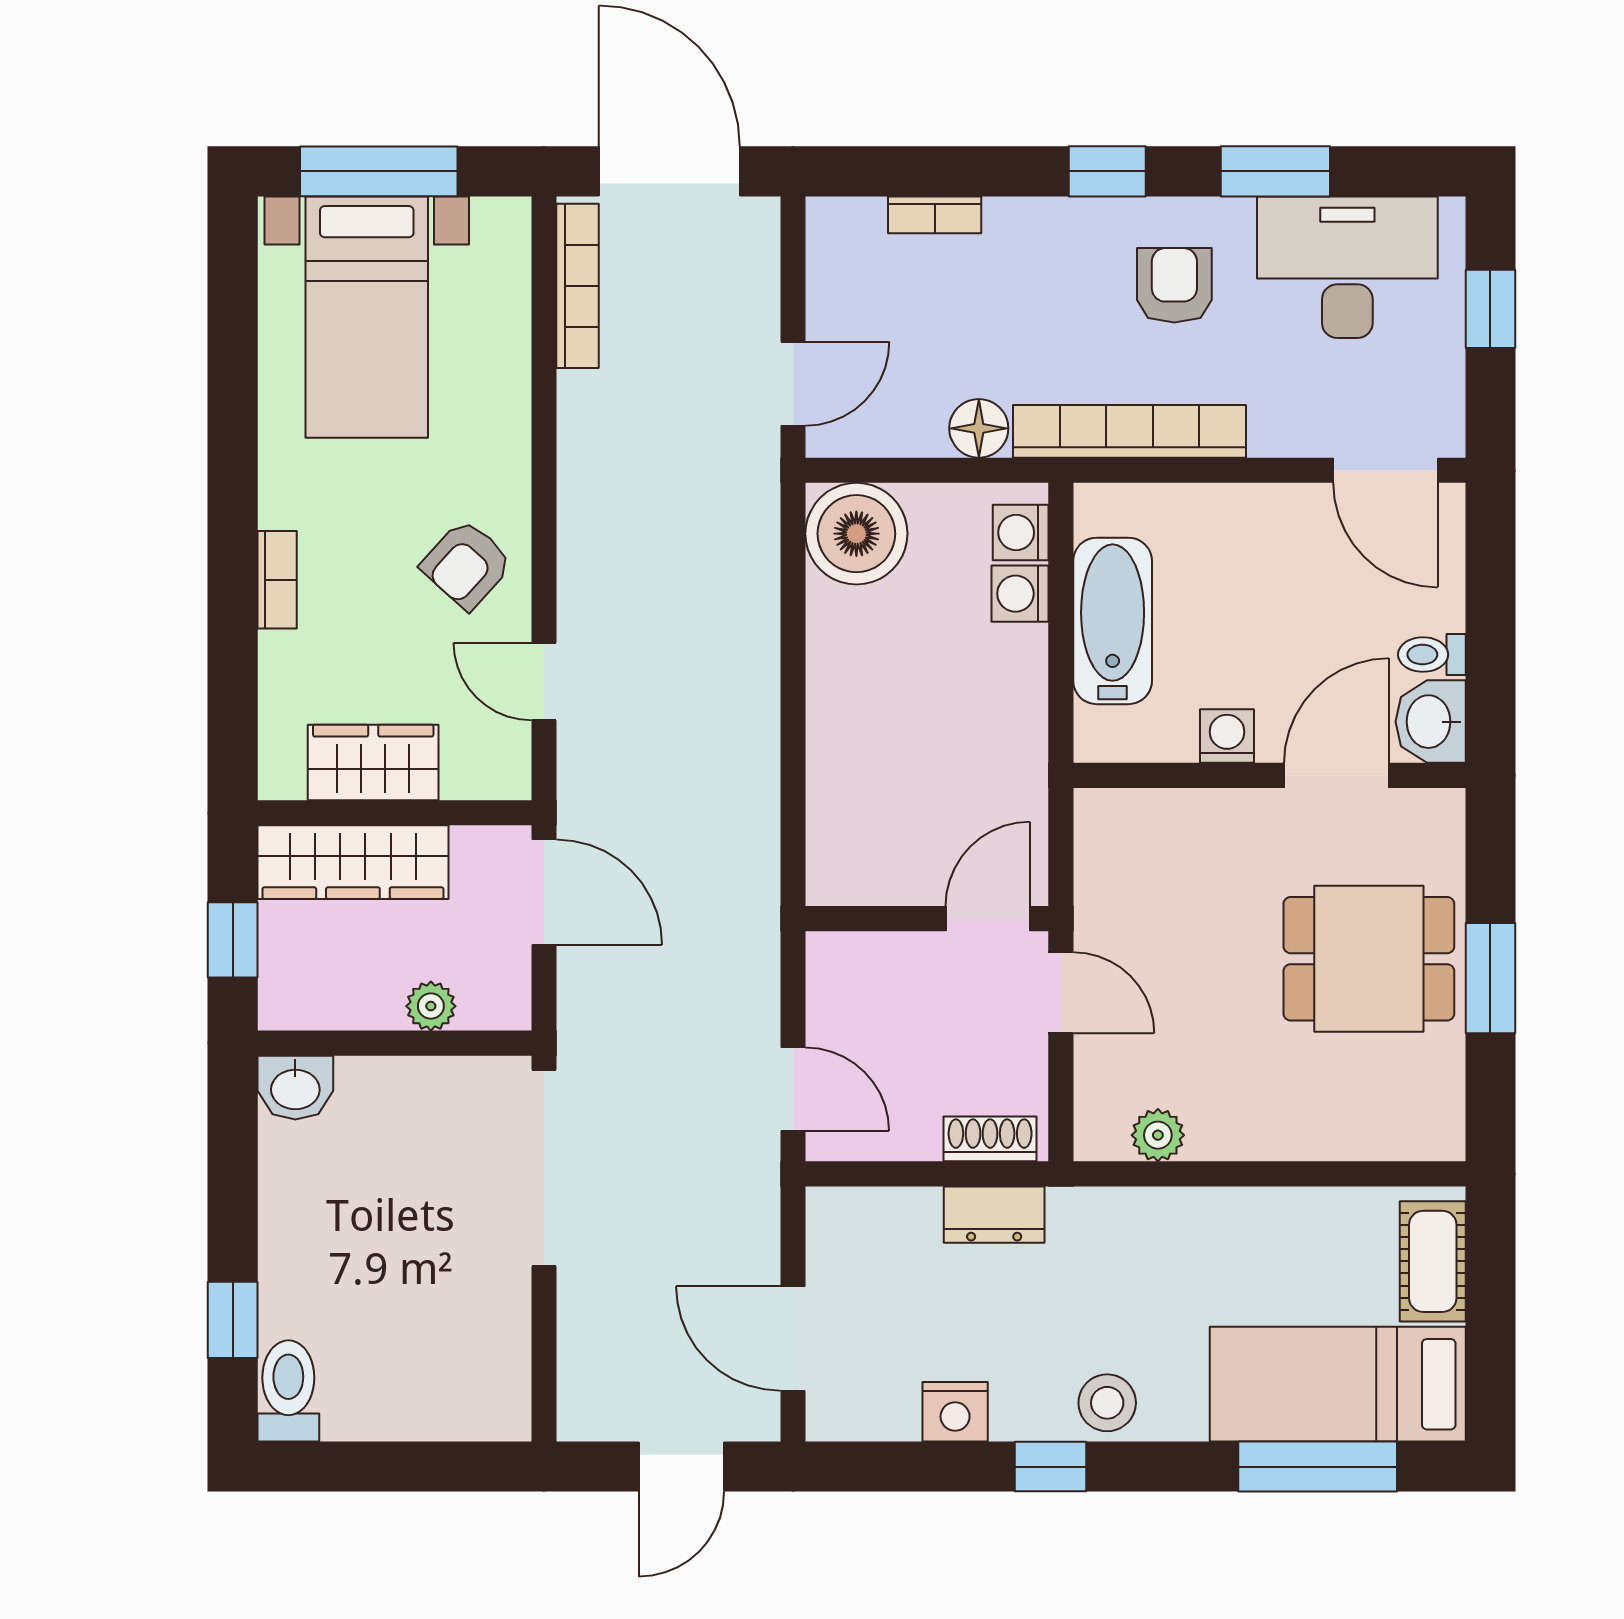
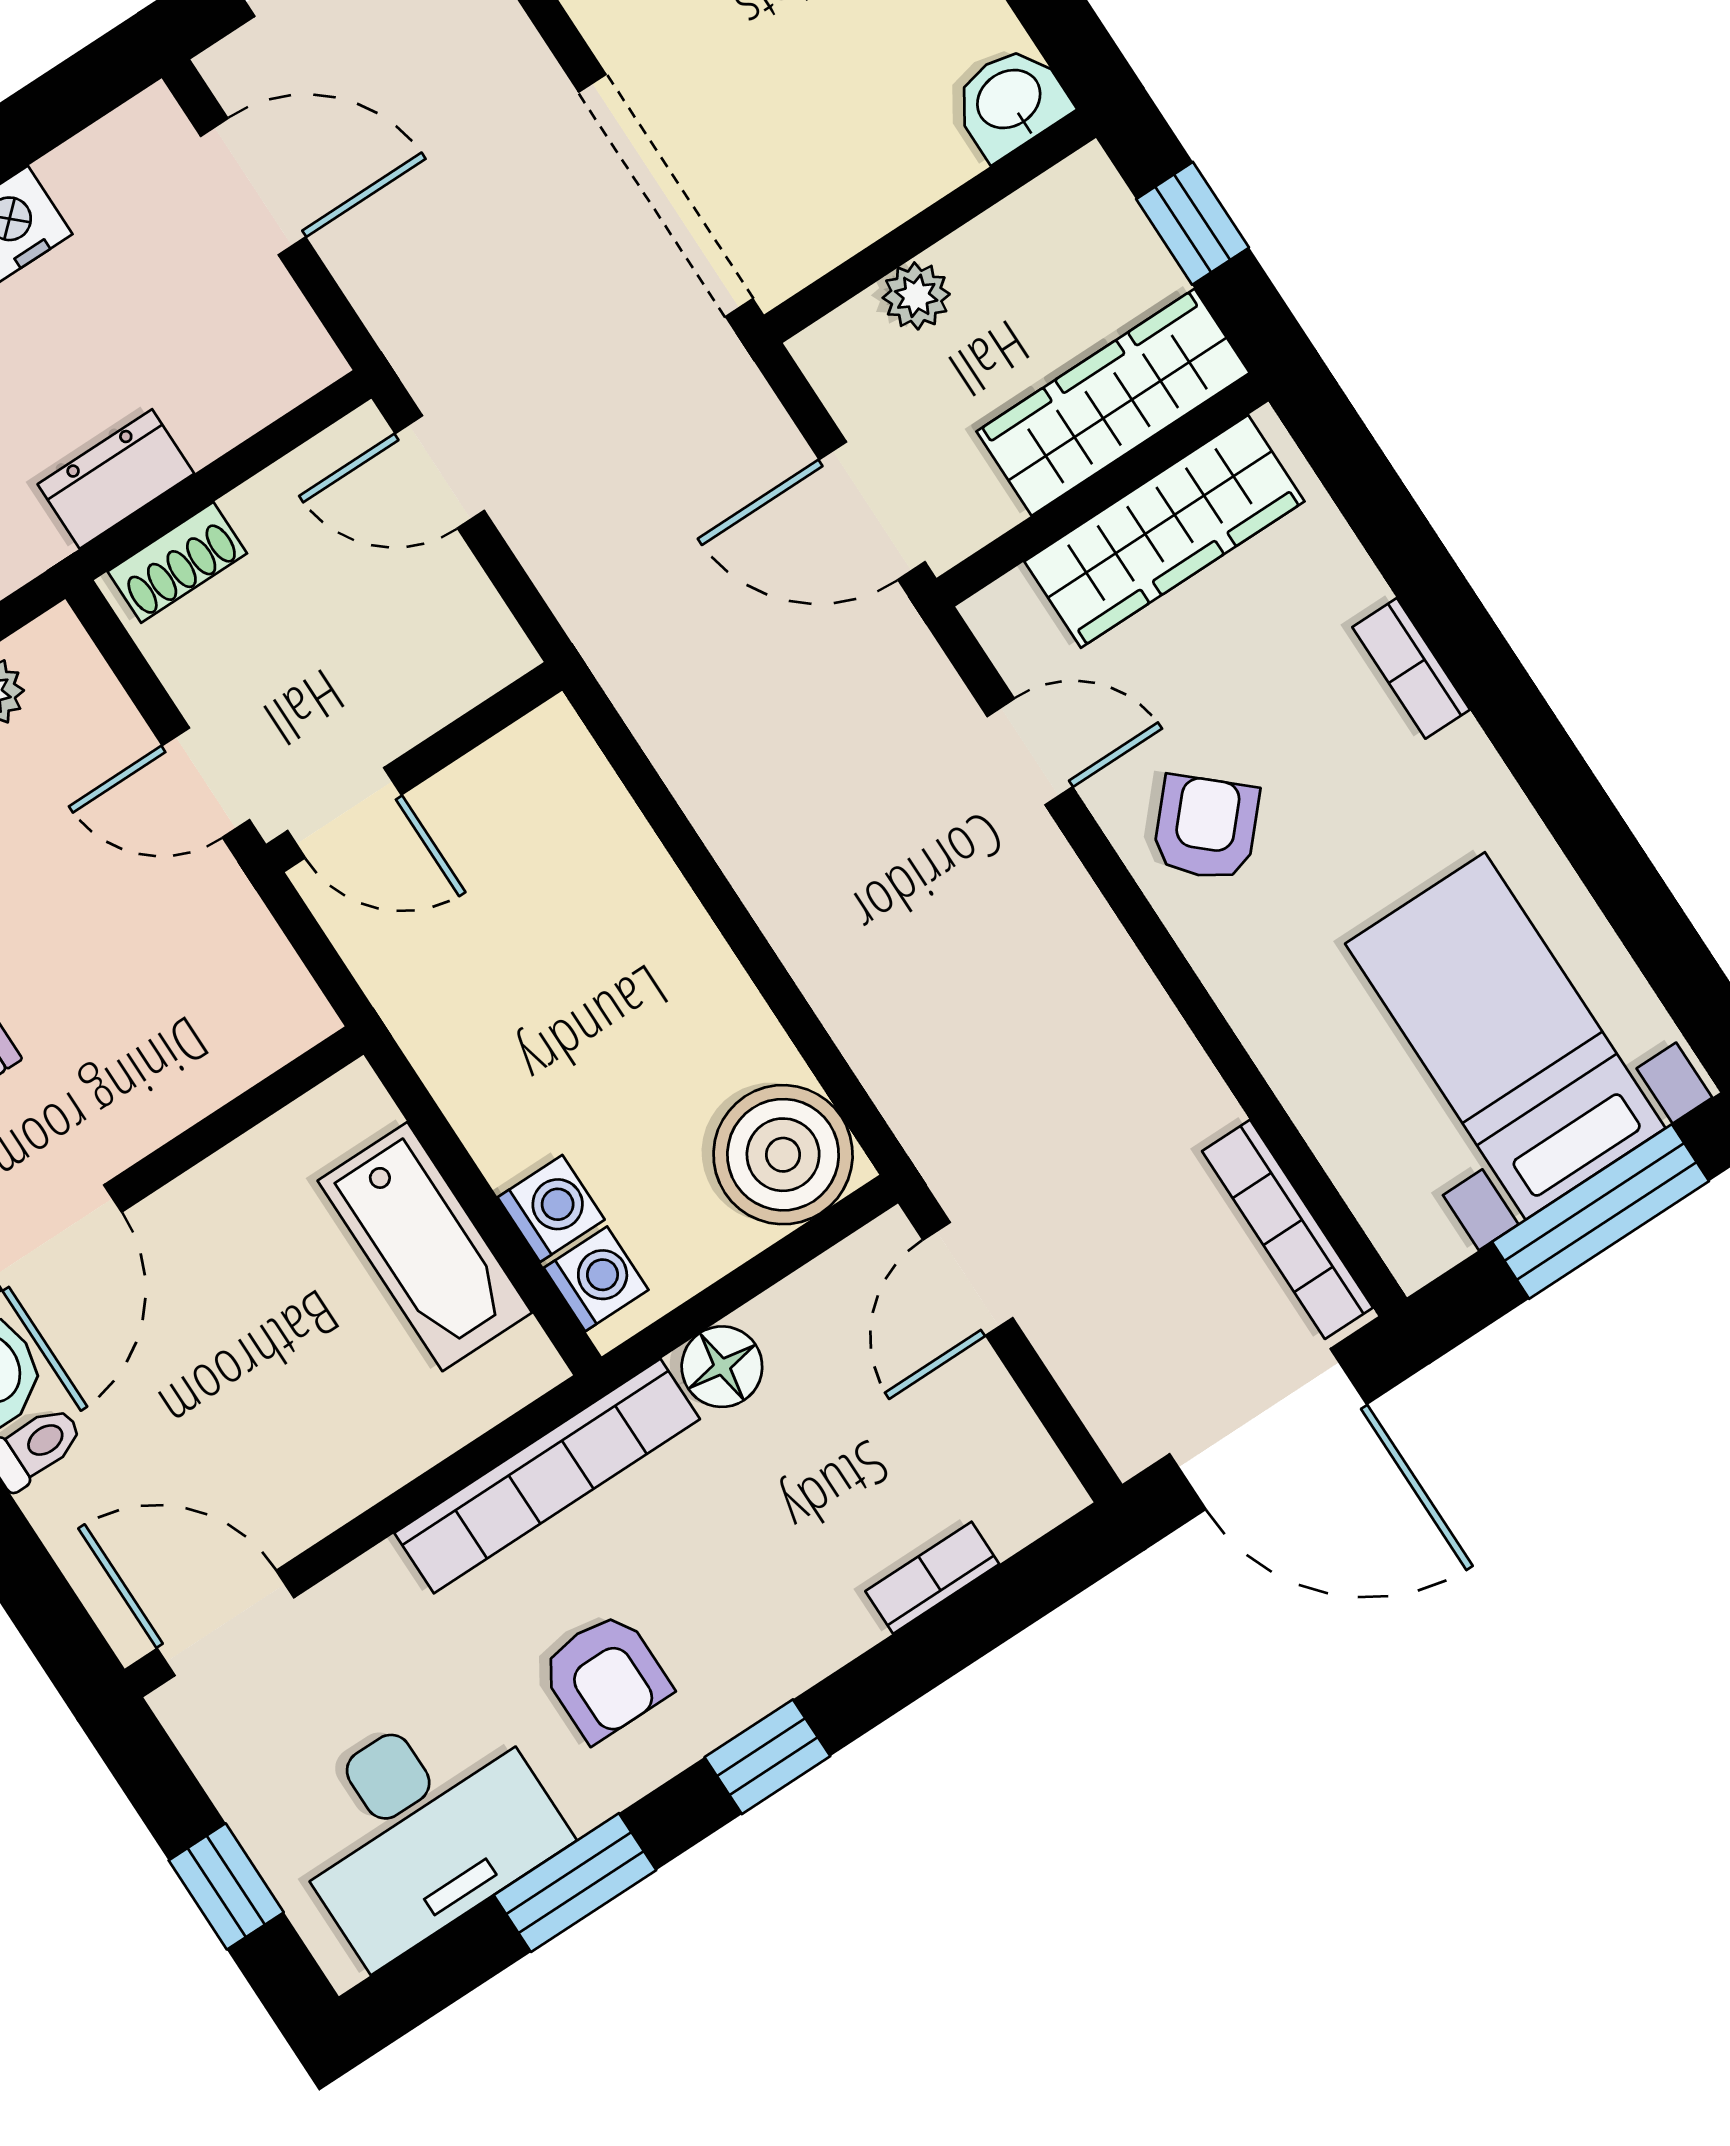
washing machine: (1227, 736) -> (208, 1200), removed
wardrobe: (373, 762) -> (1164, 531), width x1.50
door: (988, 919) -> (345, 813), hinge flipped

